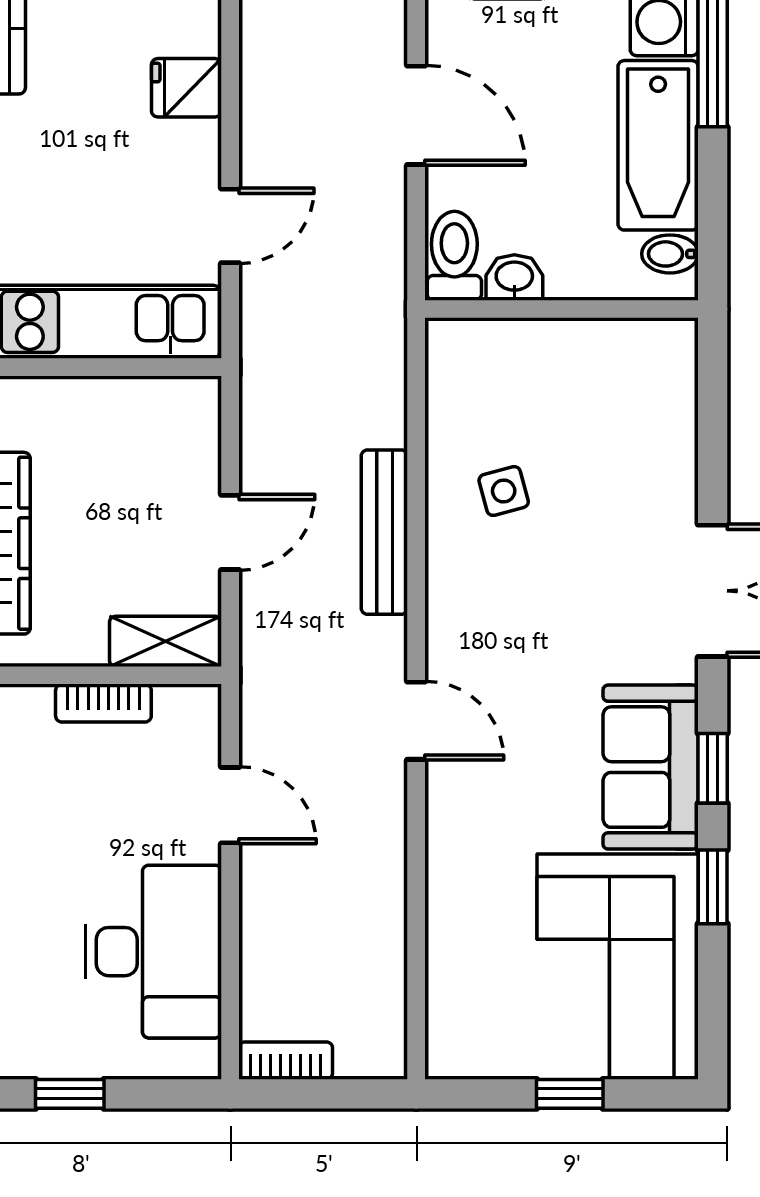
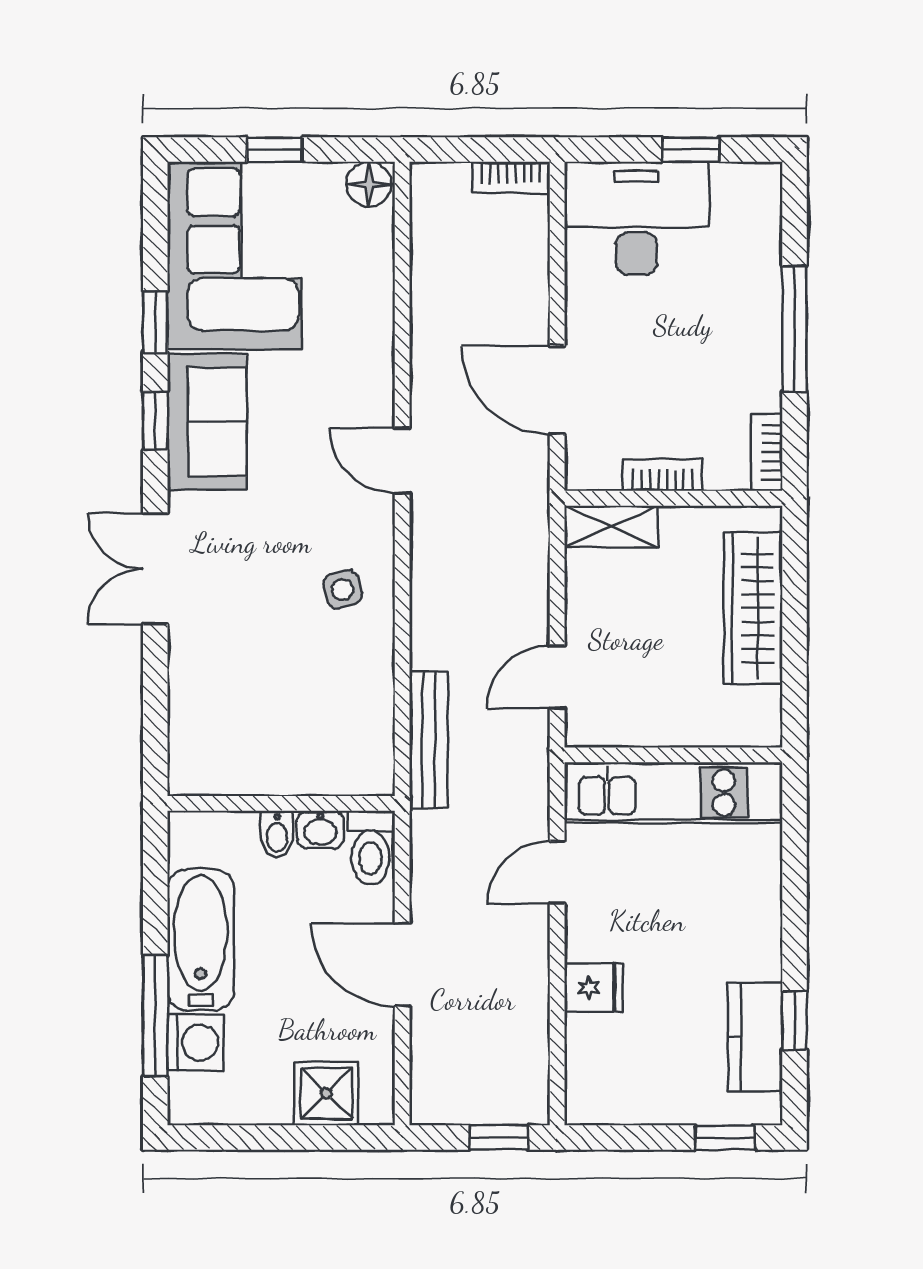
bidet: (670, 254) -> (277, 834), moved, turned 90
side table: (504, 491) -> (343, 589), moved
door: (230, 532) -> (557, 677), moved
bench: (384, 532) -> (429, 739), moved
door: (230, 805) -> (557, 390), width x1.38
desk: (153, 952) -> (636, 218), moved, turned 90
floor lamp: (456, 1052) -> (369, 184), added

